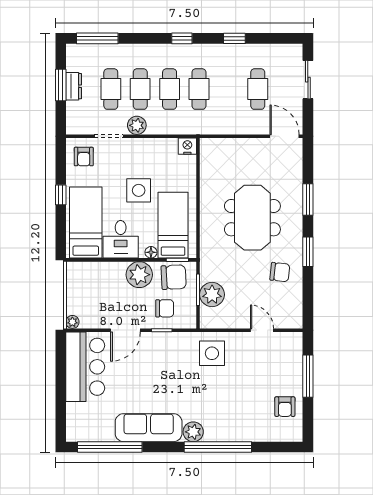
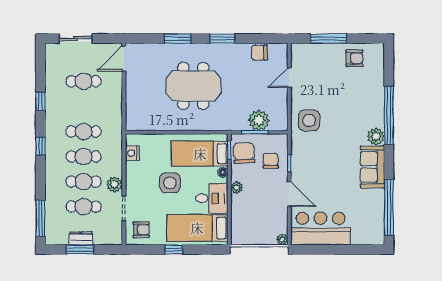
nightstand: (187, 146) -> (132, 153), moved
chair: (280, 272) -> (259, 53), moved, turned -96
plant: (139, 275) -> (237, 188), width x0.53, depth x0.53
sofa: (149, 428) -> (372, 167), width x0.73

